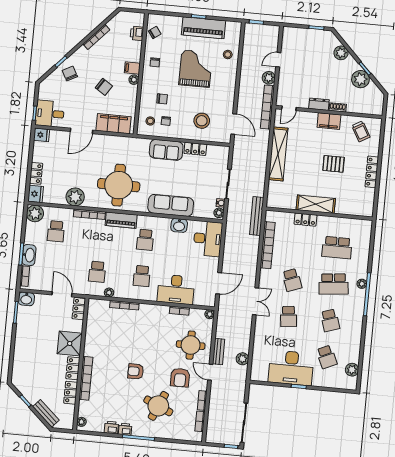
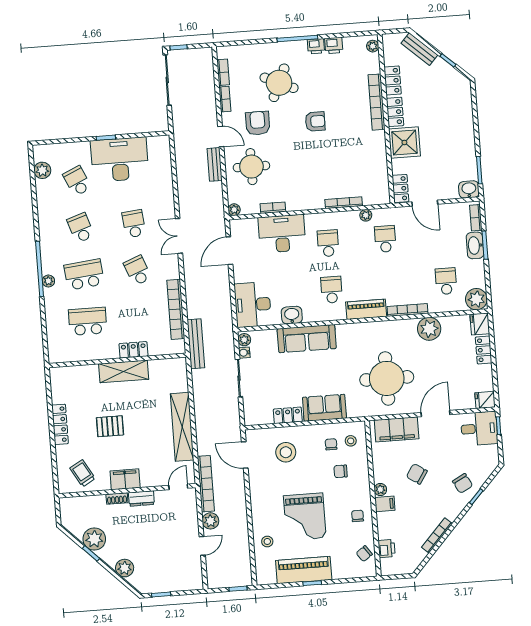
round table: (119, 185) -> (387, 378), moved
plant: (242, 359) -> (183, 160), removed

